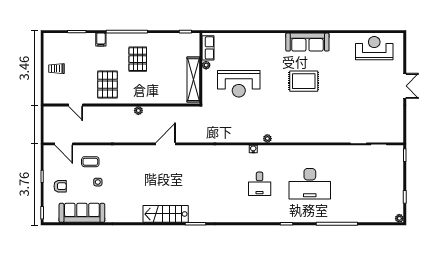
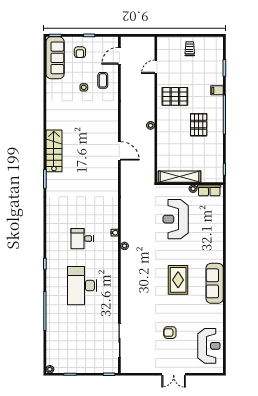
pallet: (138, 59) -> (199, 125), turned 90
armchair: (360, 90) -> (170, 333), added
sofa: (82, 213) -> (55, 58), moved

